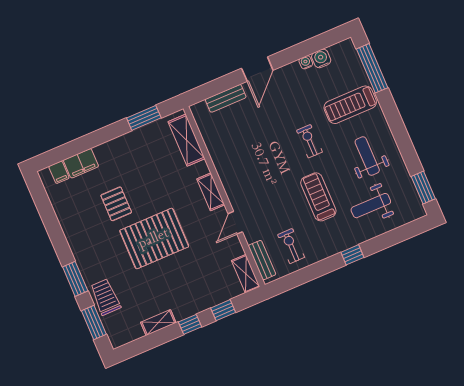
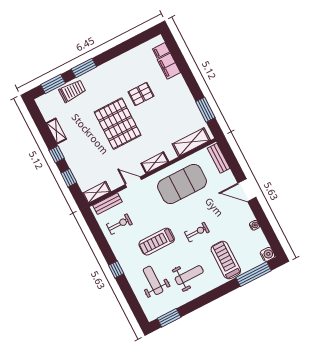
water cooler: (321, 58) -> (267, 254), moved
bench: (226, 98) -> (219, 158), moved
exercise mat: (243, 157) -> (182, 184), added
treadmill: (318, 197) -> (157, 242), turned 180

